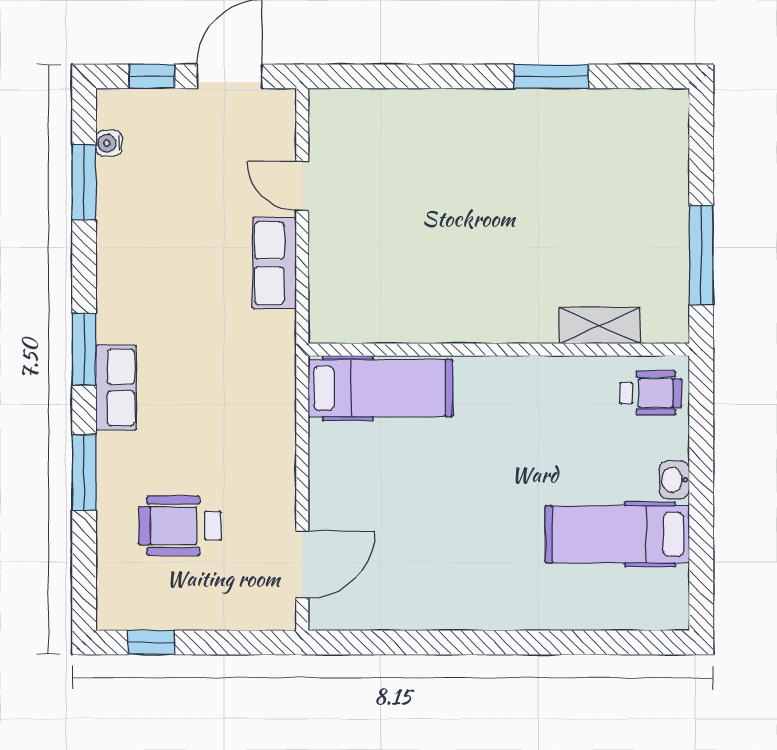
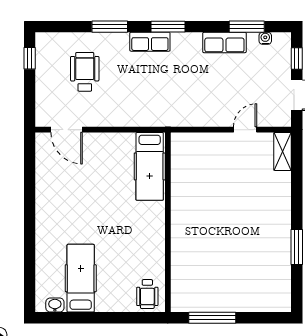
row of seats: (274, 263) -> (224, 42), moved, turned 180
shelving: (599, 325) -> (283, 151), moved
washbasin: (674, 480) -> (55, 305), moved

